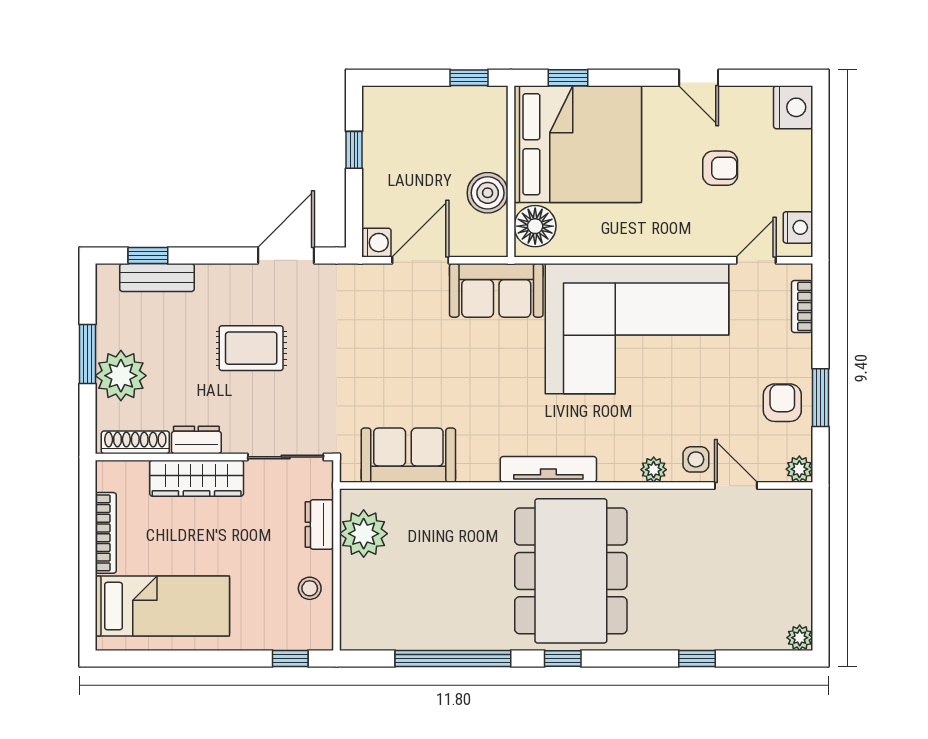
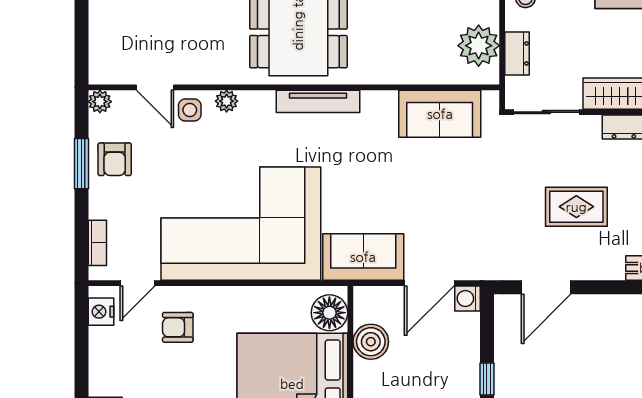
armchair: (720, 168) -> (178, 327), moved

